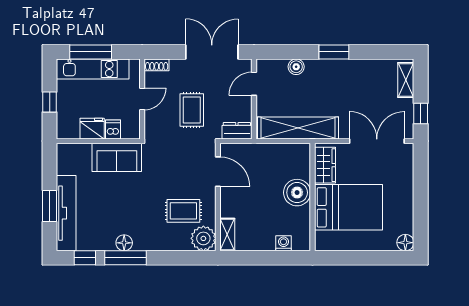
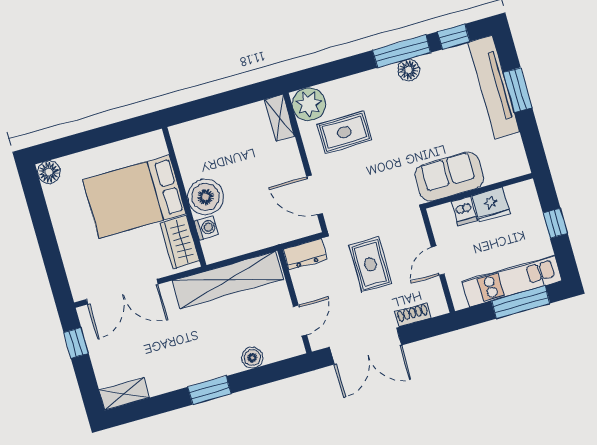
shoe rack: (157, 65) -> (413, 315), moved
shelving: (406, 80) -> (124, 394), moved, turned 90
washing machine: (284, 243) -> (206, 228), moved, turned -90

